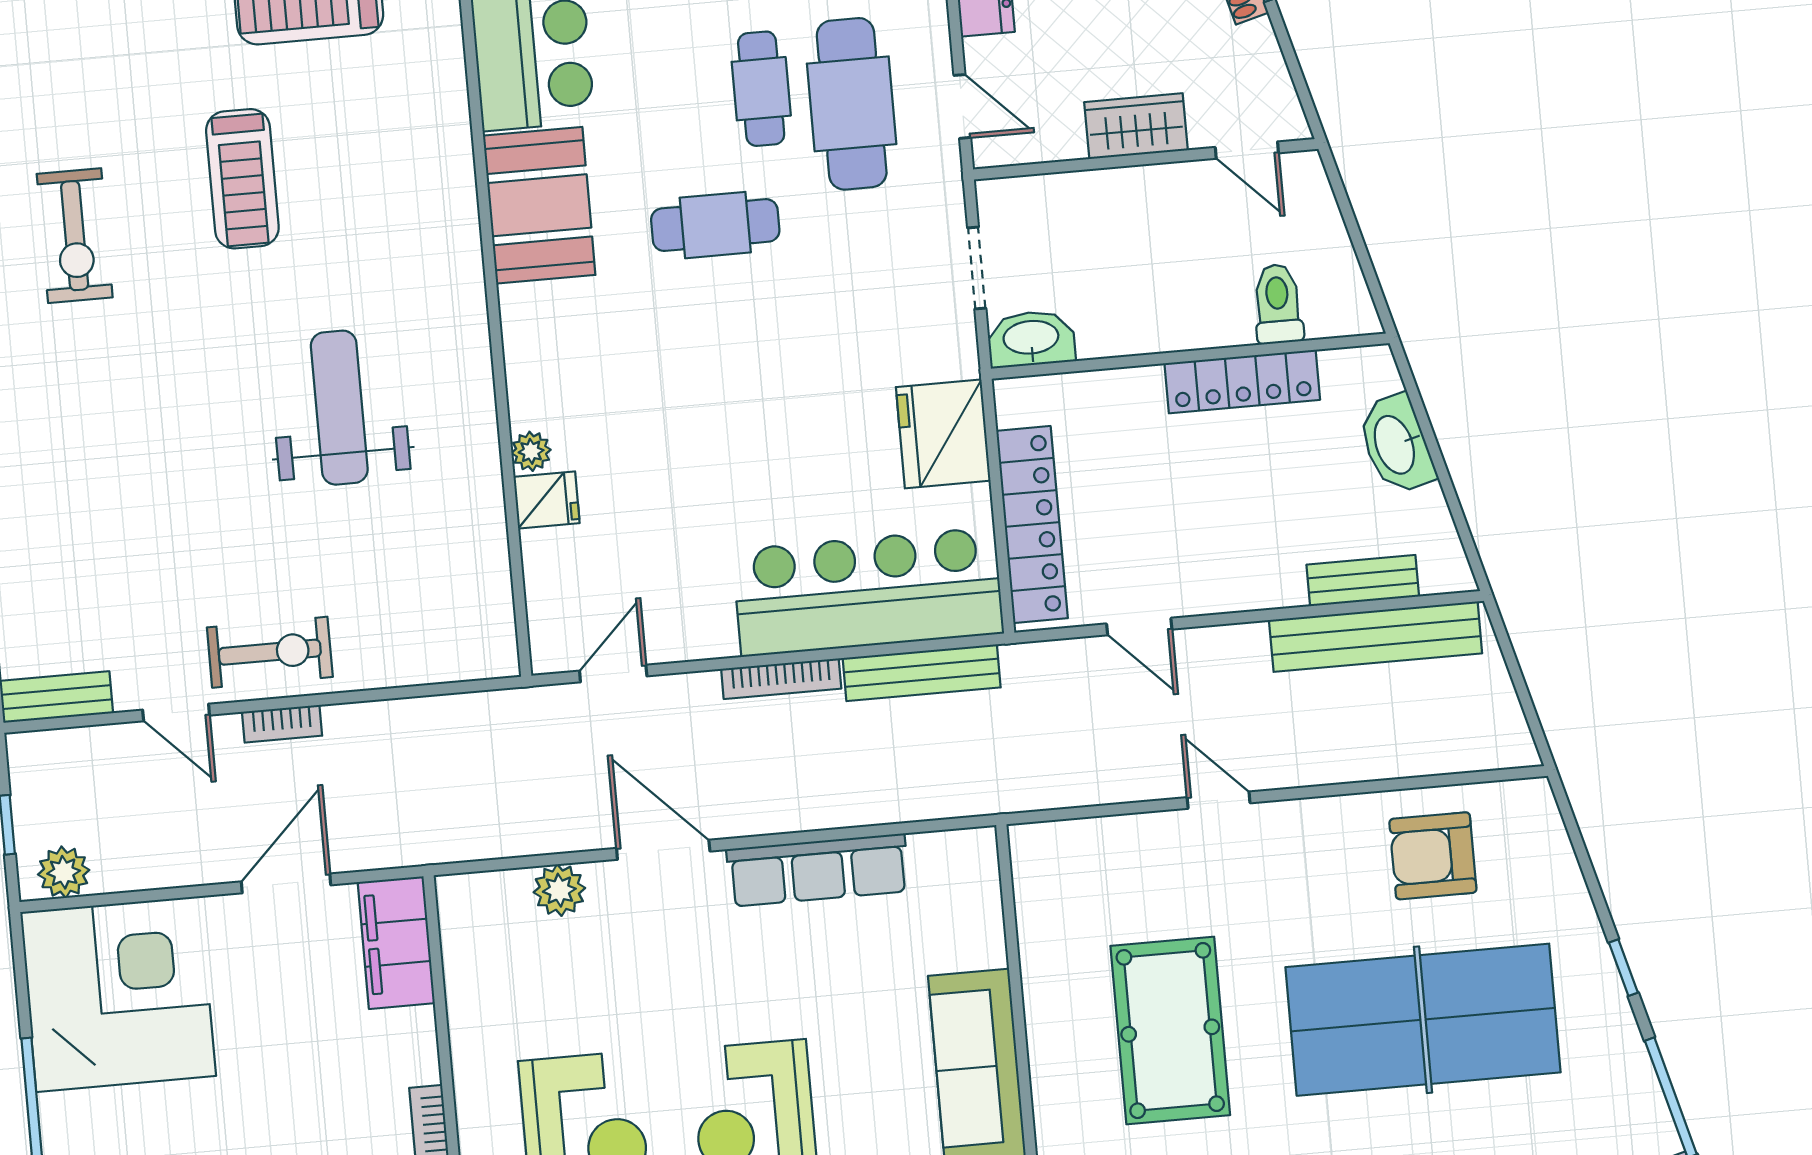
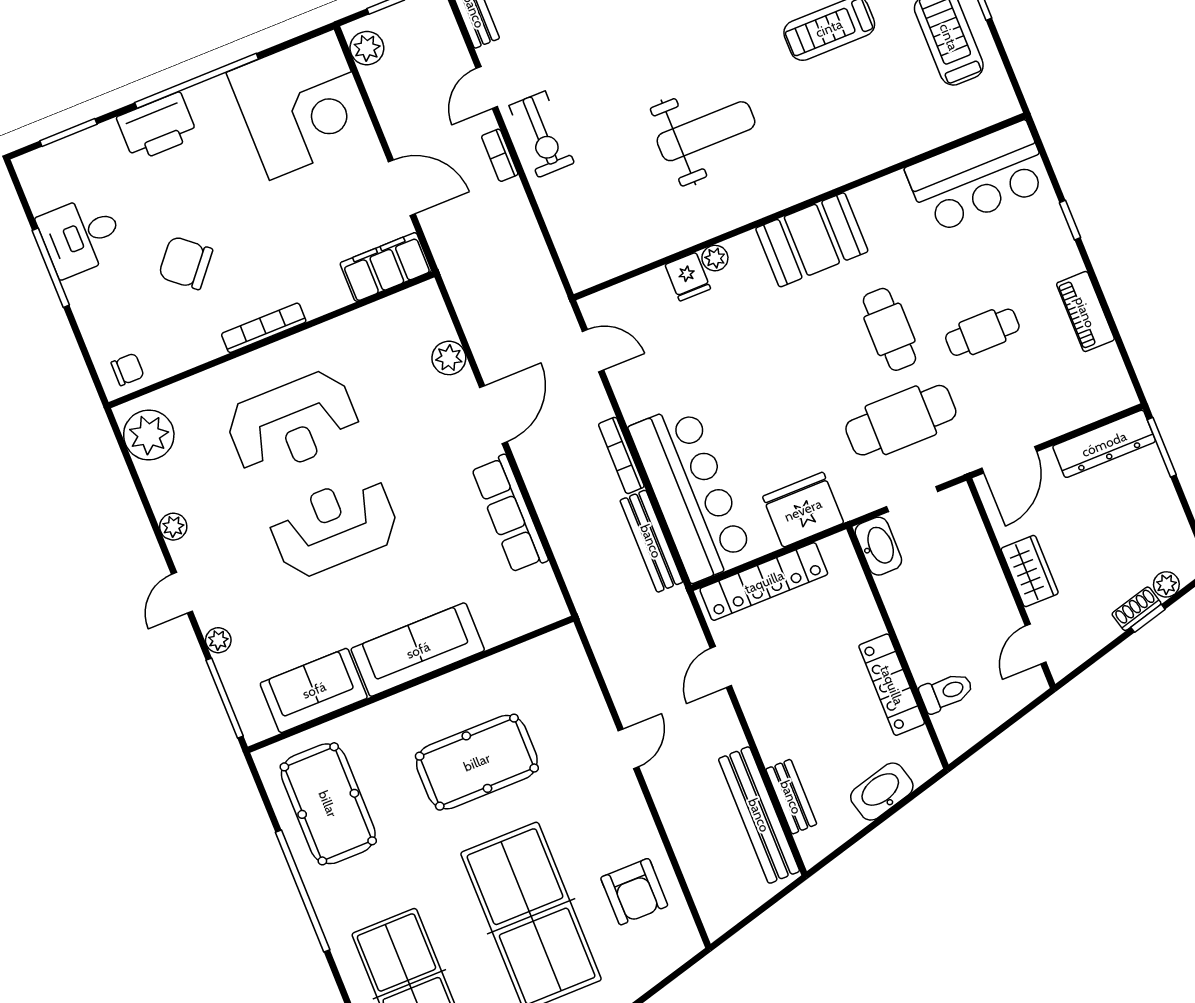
cafe table: (852, 104) -> (901, 420), moved
door: (962, 106) -> (1009, 460), width x1.38
booth: (539, 205) -> (812, 240), moved
armchair: (1433, 856) -> (634, 892), turned 180

